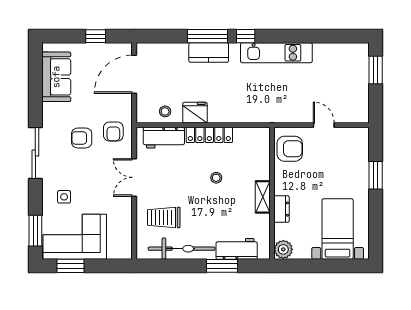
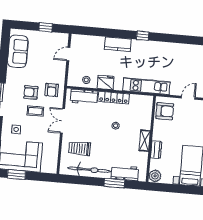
window: (208, 36) -> (118, 34), removed
kitchen unit: (276, 53) -> (146, 86), moved, turned 180
door: (134, 74) -> (68, 54), width x0.53
door: (324, 125) -> (188, 98), hinge flipped
coffee table: (91, 166) -> (35, 111), added

